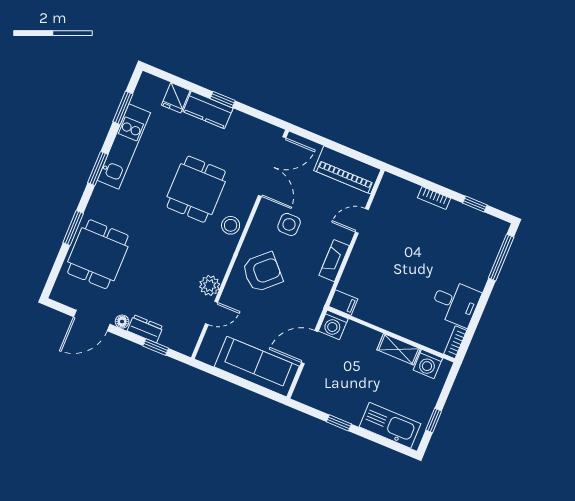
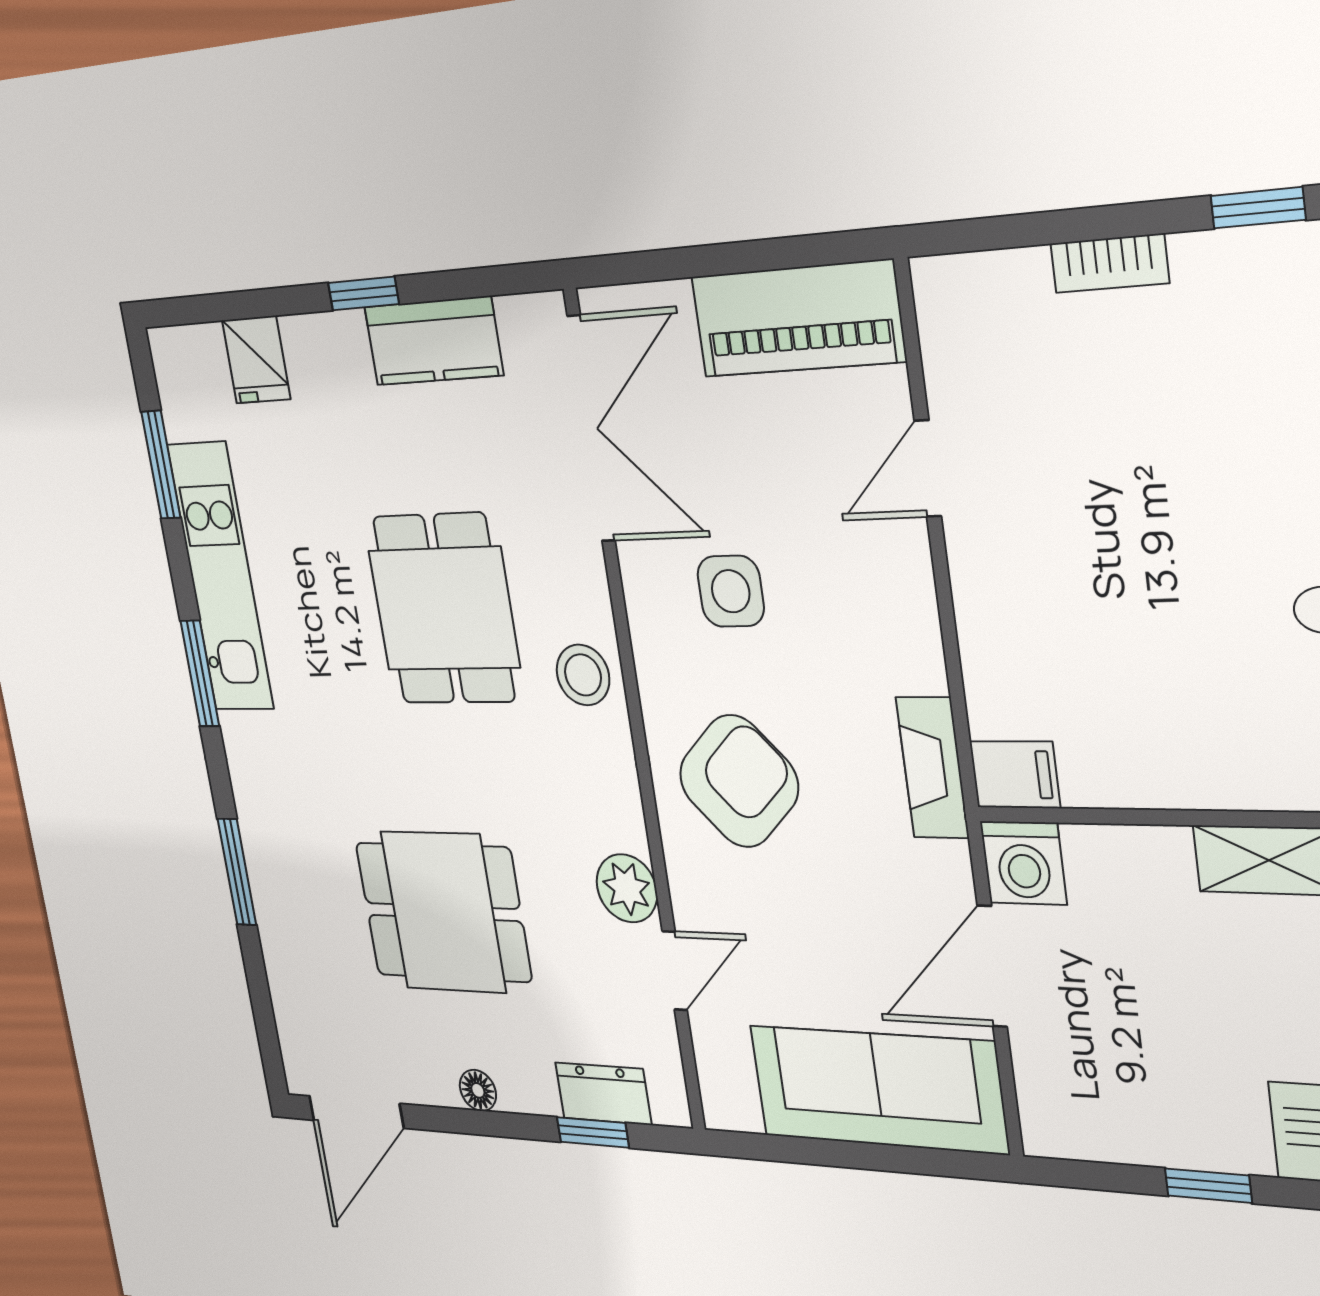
kitchen counter: (208, 110) -> (433, 341), moved
dining table: (98, 254) -> (443, 912), moved, turned 90
fireplace: (334, 261) -> (932, 768), moved
door: (92, 320) -> (356, 1112), moved
dresser: (145, 329) -> (603, 1094), moved

